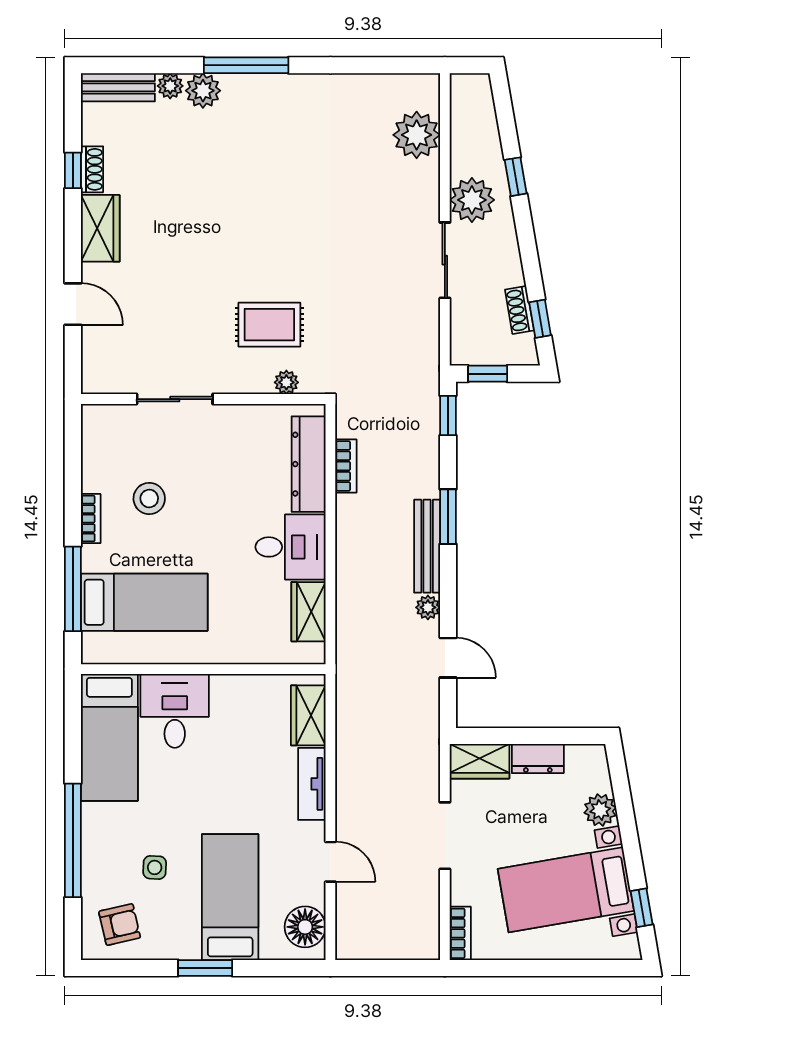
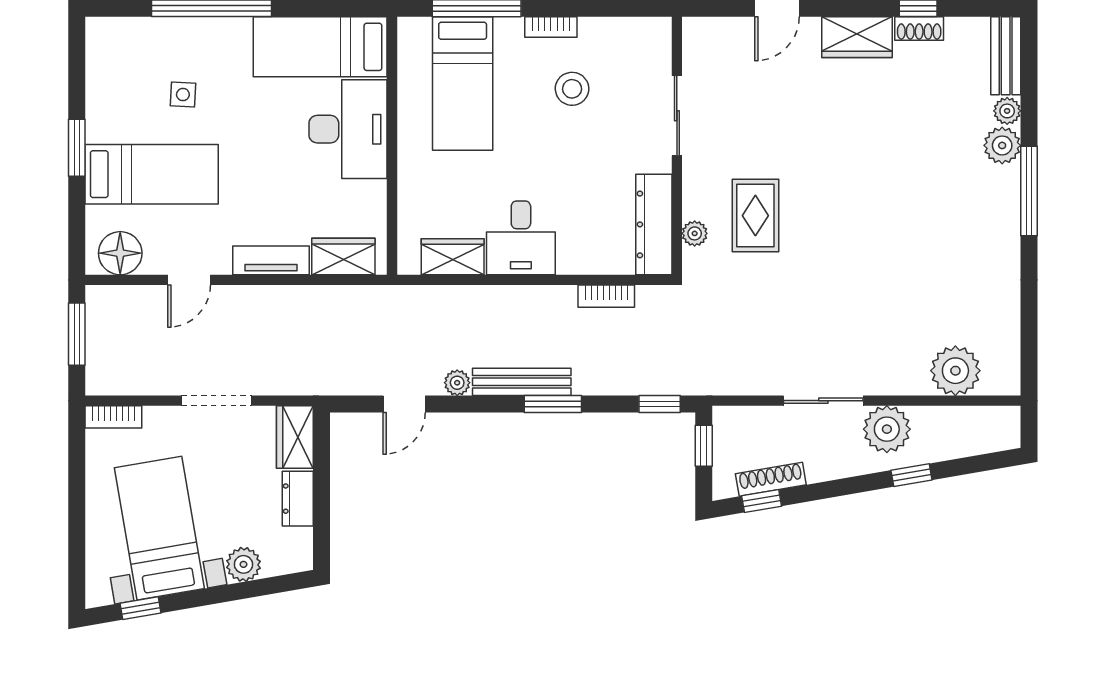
shoe rack: (519, 310) -> (771, 479), width x1.43
dresser: (309, 464) -> (654, 224), moved, turned -90
desk: (175, 711) -> (348, 129), width x1.37
armchair: (120, 925) -> (123, 58), removed
window: (382, 968) -> (77, 334), added

